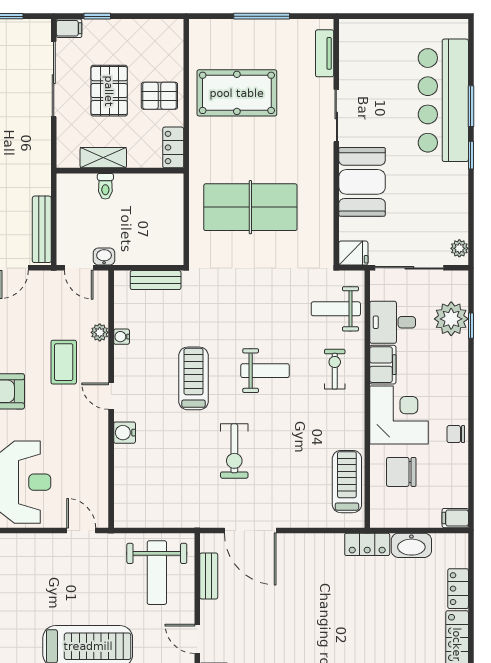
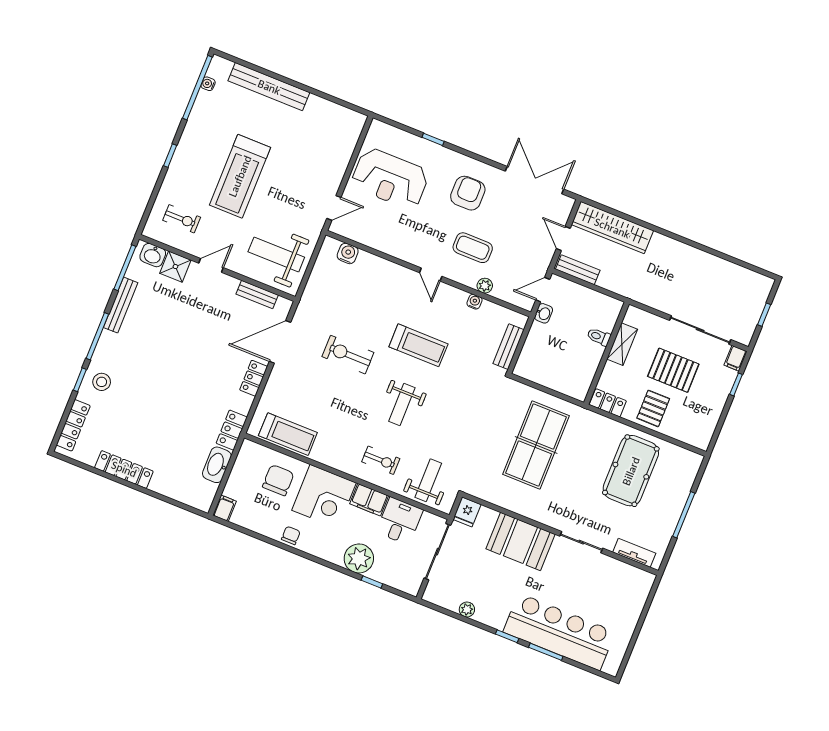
bench: (42, 229) -> (578, 270), width x0.73
plant: (459, 248) -> (467, 610), moved
plant: (451, 319) -> (359, 558), moved
door: (111, 396) -> (431, 274), swing flipped
water cooler: (125, 433) -> (348, 253), moved
locker: (458, 589) -> (254, 378), moved, turned -90

